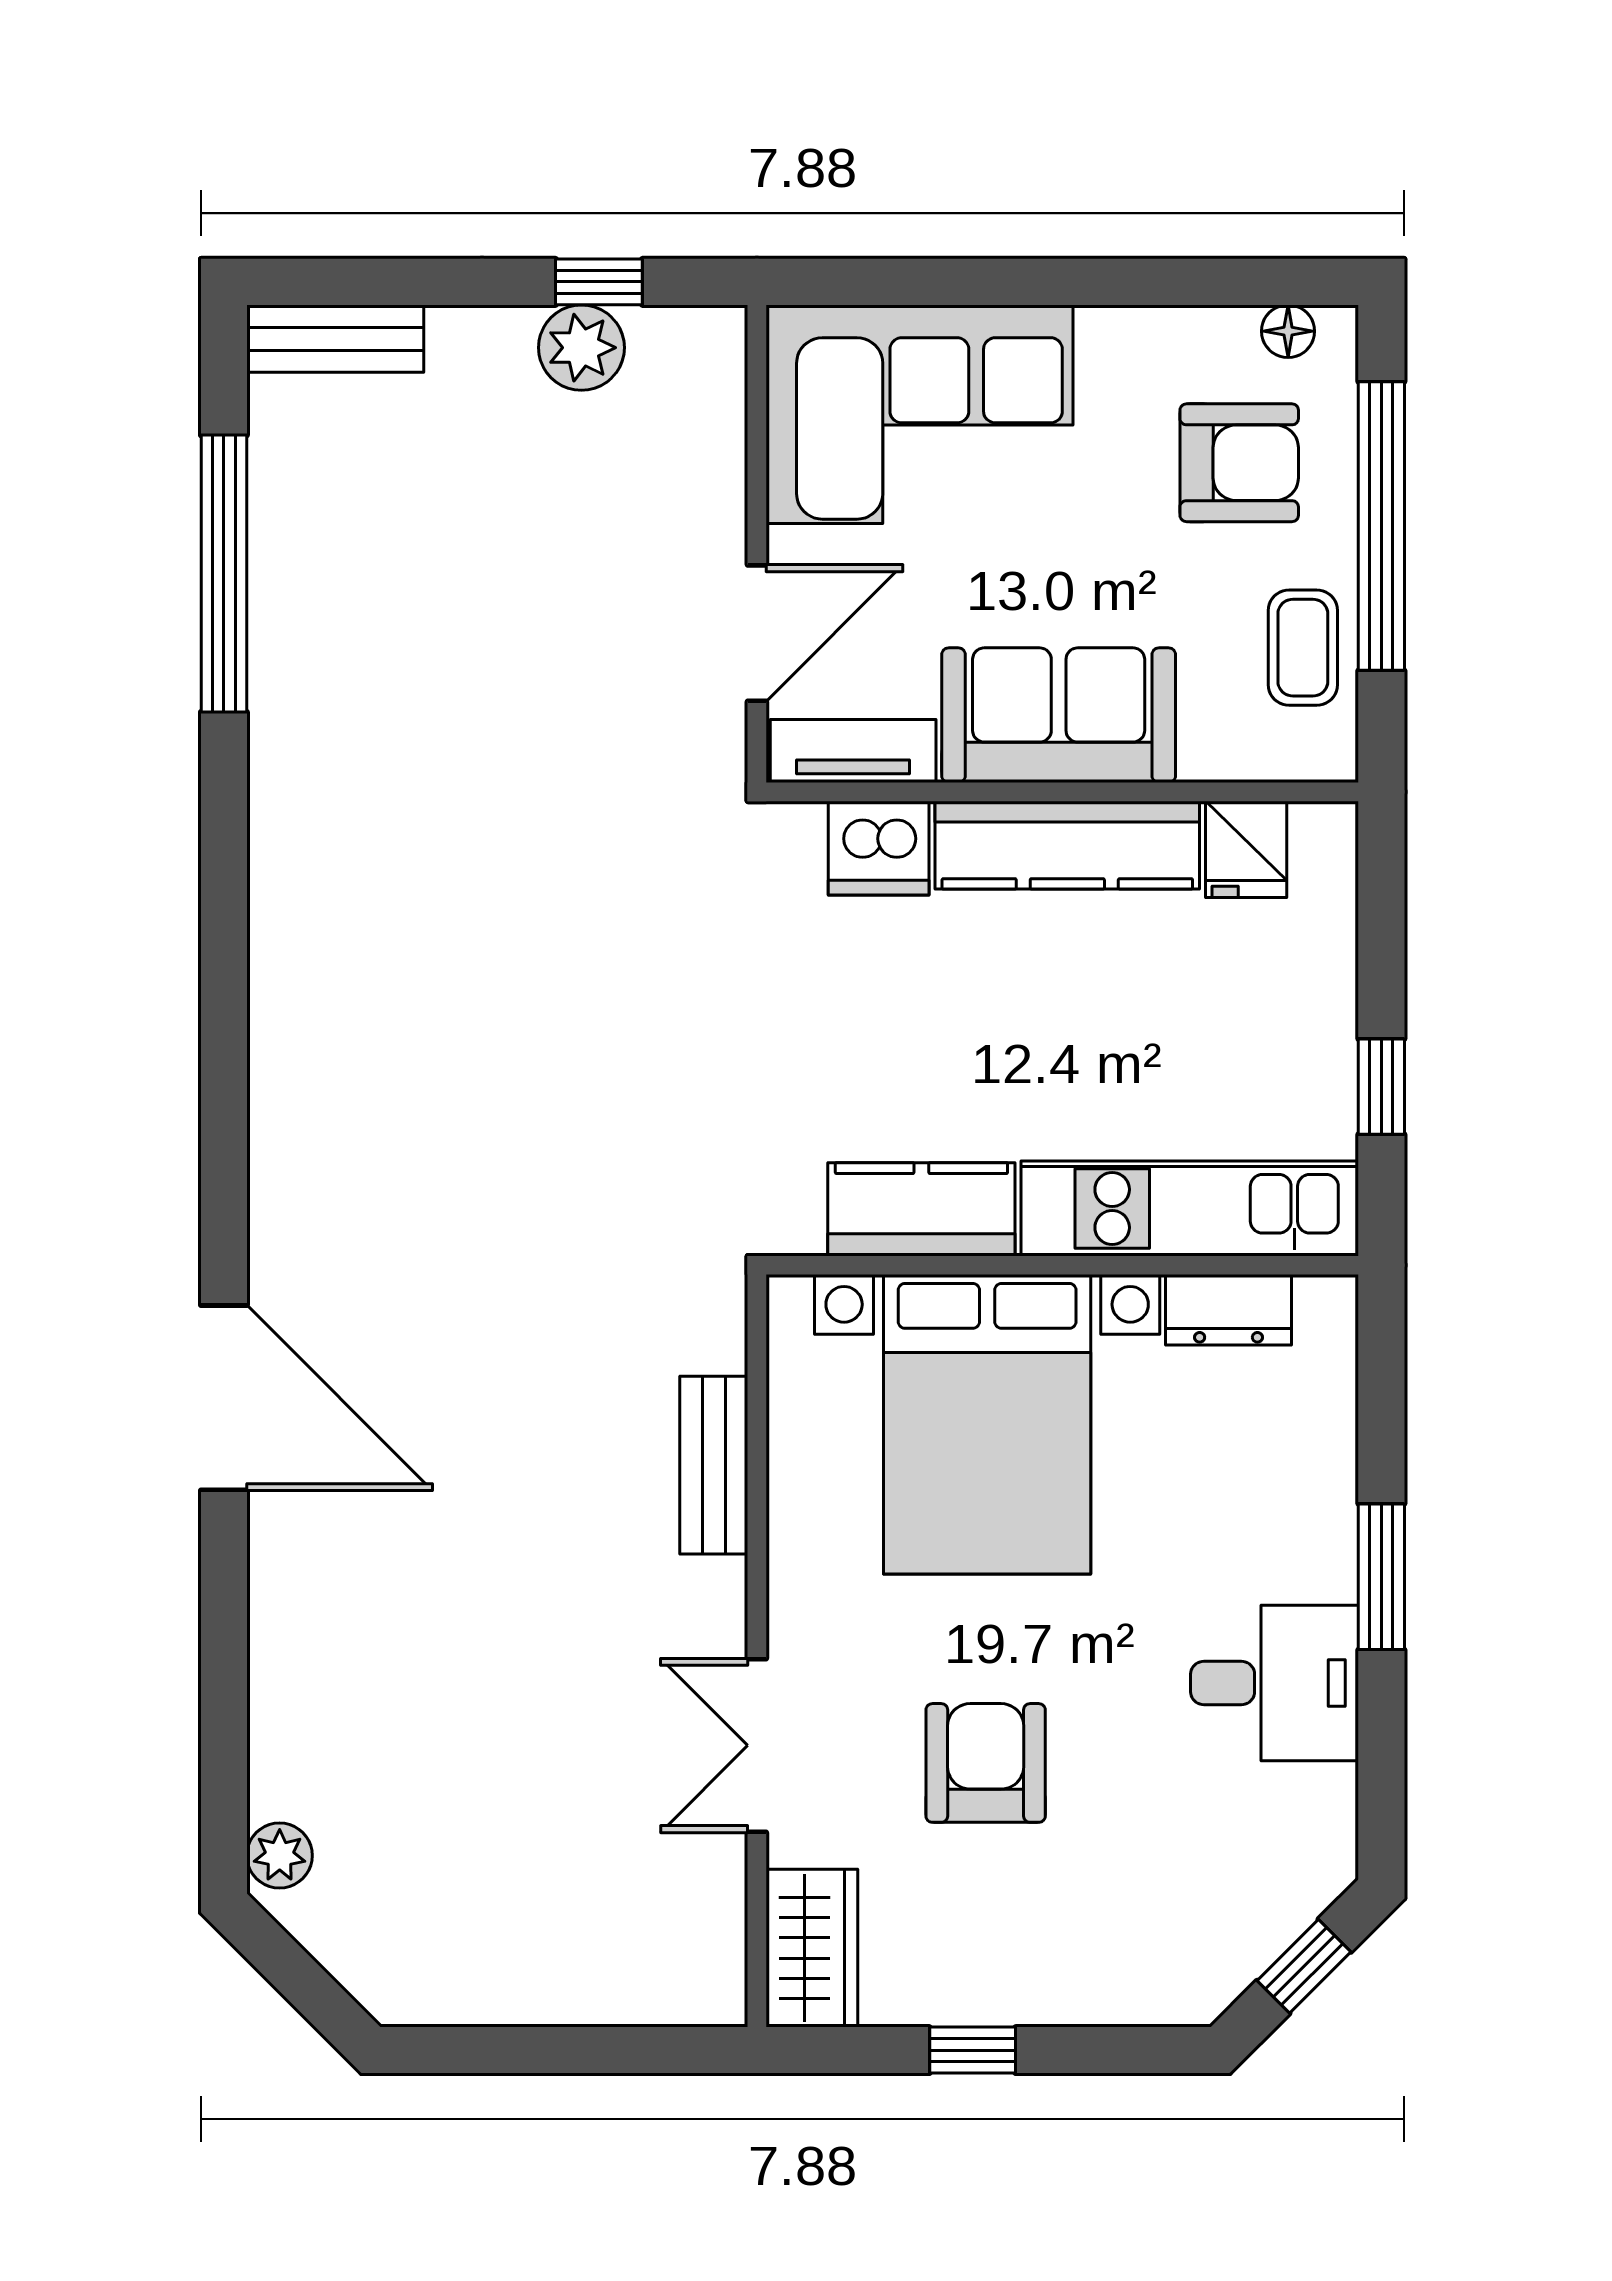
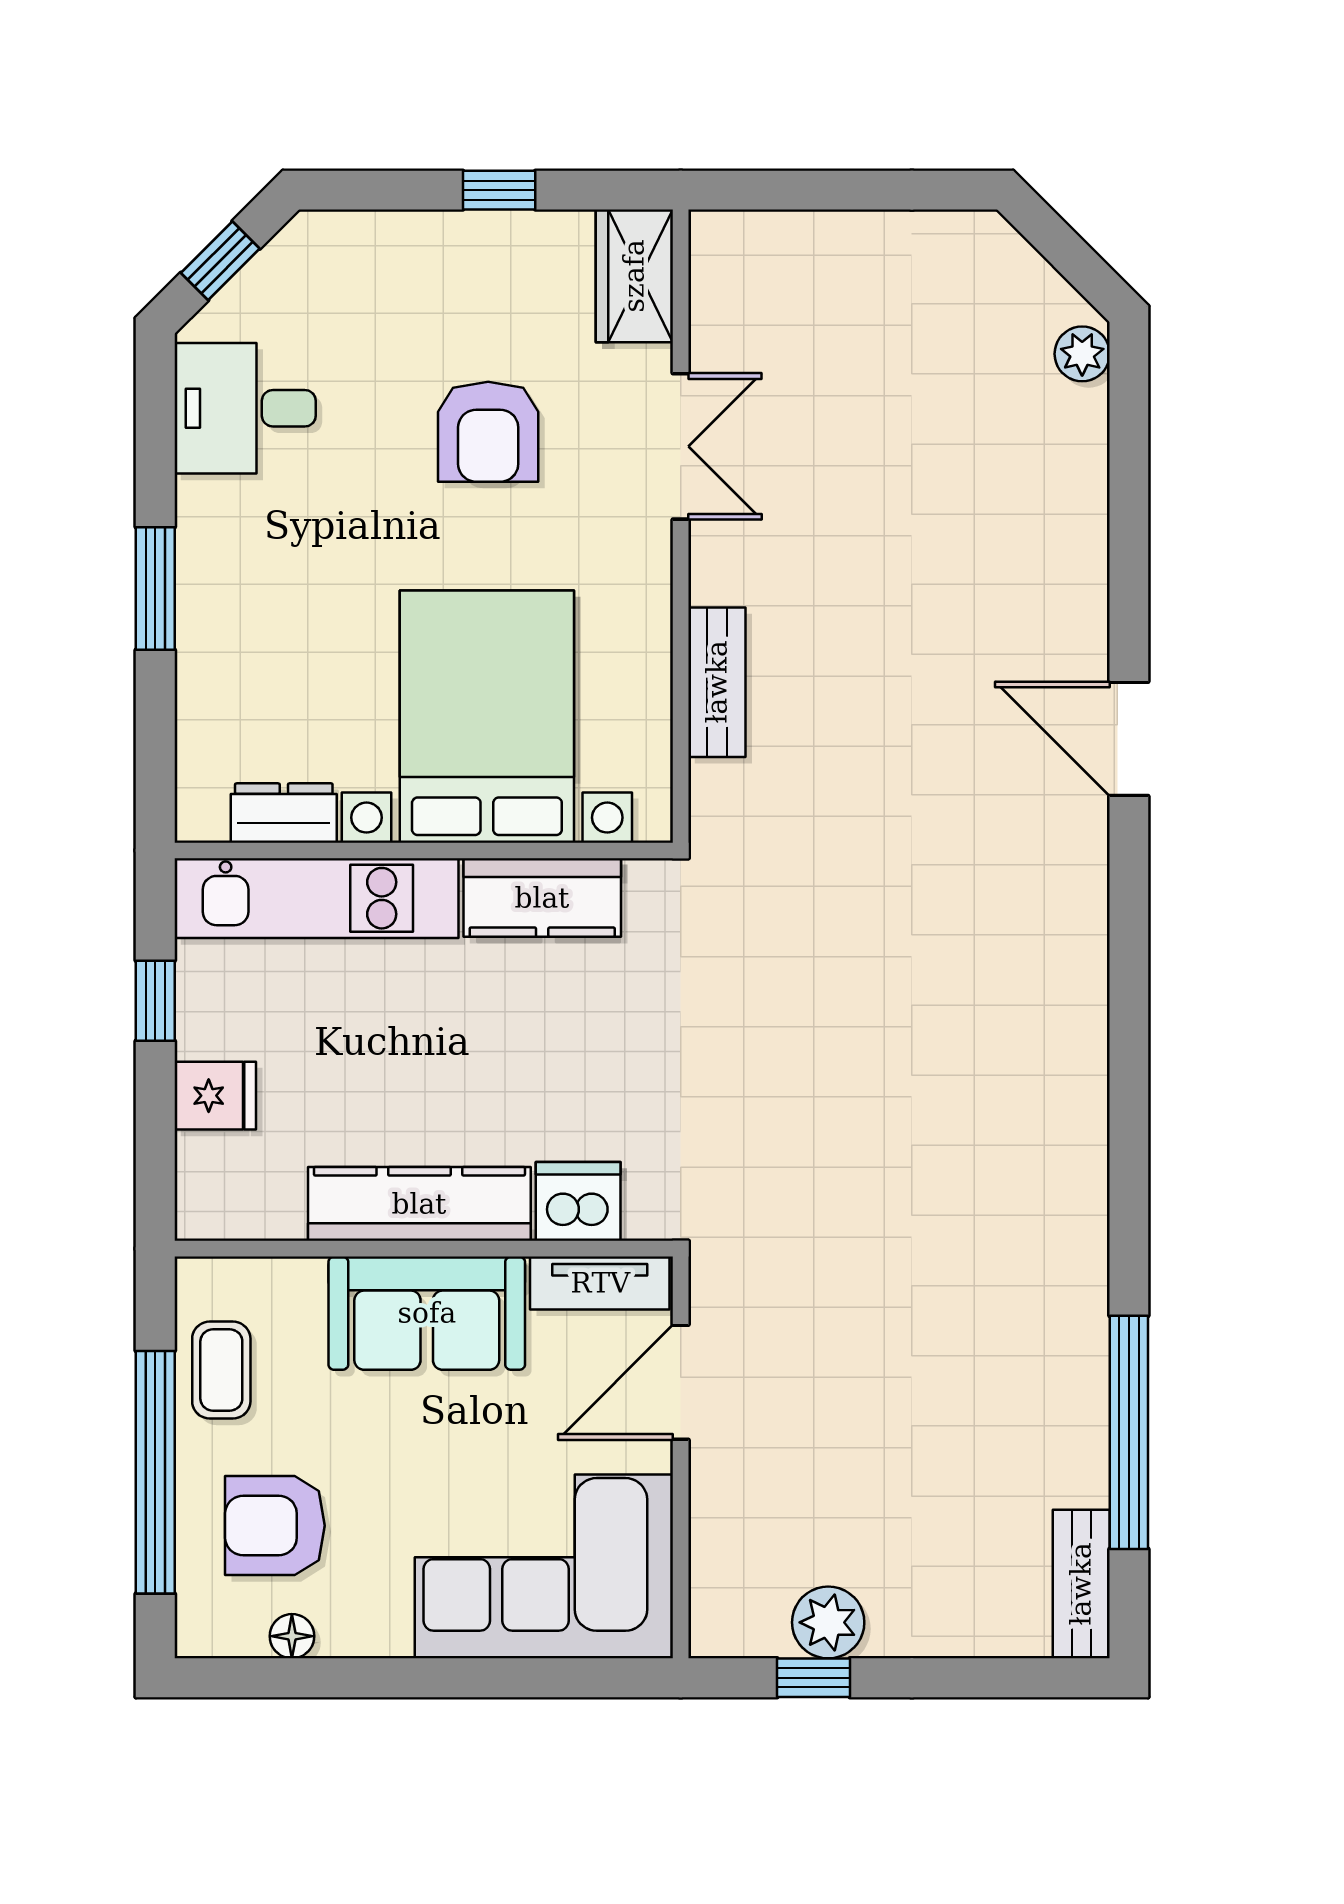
floor lamp: (1288, 331) -> (292, 1636), moved
bench: (335, 339) -> (1081, 1584), moved, turned 90
fridge: (1246, 849) -> (215, 1096), moved, turned 90
door: (224, 1398) -> (1129, 739), width x0.73
desk: (1275, 1683) -> (245, 408), moved

